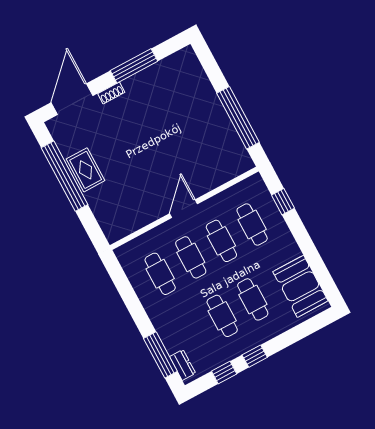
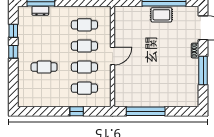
window: (283, 202) -> (77, 111), moved
door: (183, 209) -> (113, 56), hinge flipped
booth: (300, 286) -> (37, 96), removed
cafe table: (222, 316) -> (44, 46), removed
dresser: (183, 365) -> (40, 11), moved

